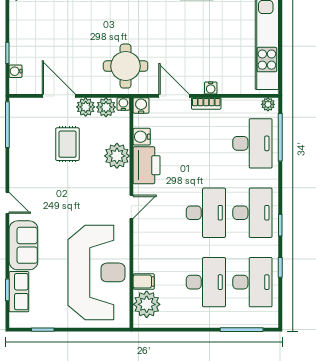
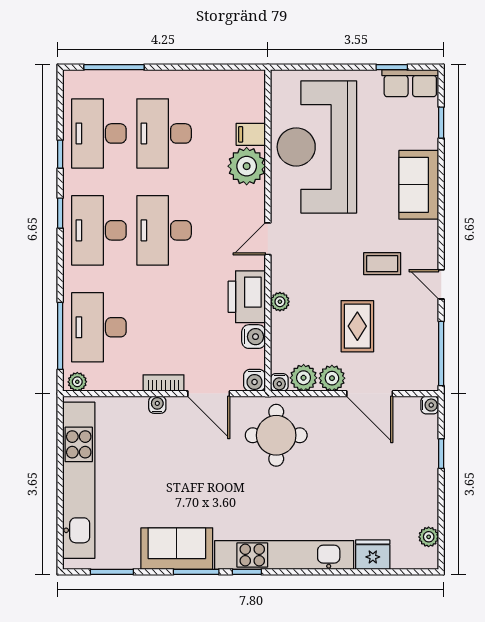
water cooler: (16, 71) -> (430, 405), moved
plant: (117, 156) -> (280, 302), width x0.53, depth x0.53
coffee table: (50, 189) -> (382, 264), added
door: (7, 203) -> (441, 284), moved
row of seats: (19, 292) -> (410, 83), moved, turned -90
plant: (147, 304) -> (247, 166), moved

